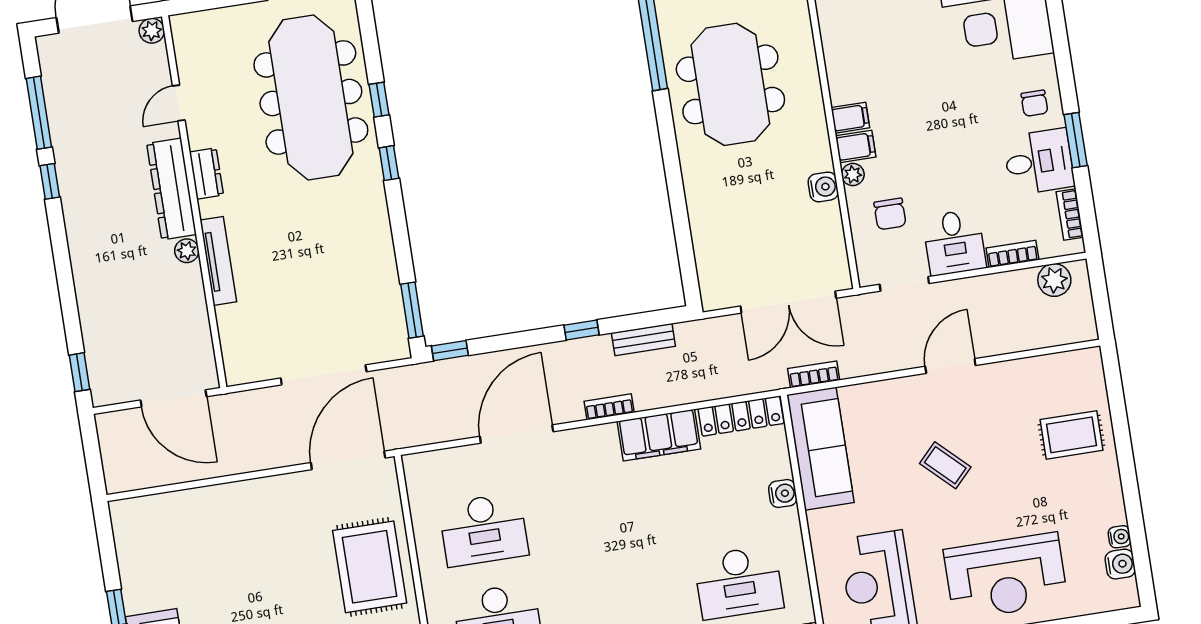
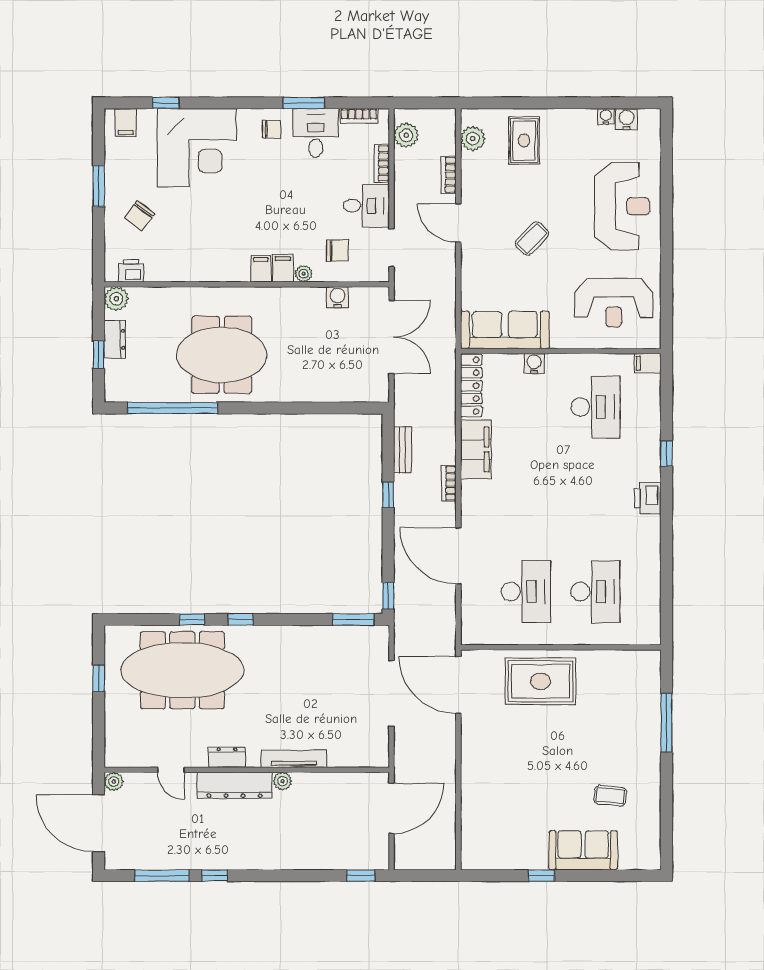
water cooler: (823, 187) -> (337, 297), moved
plant: (1064, 368) -> (473, 139), added
bookcase: (814, 374) -> (449, 175), moved

